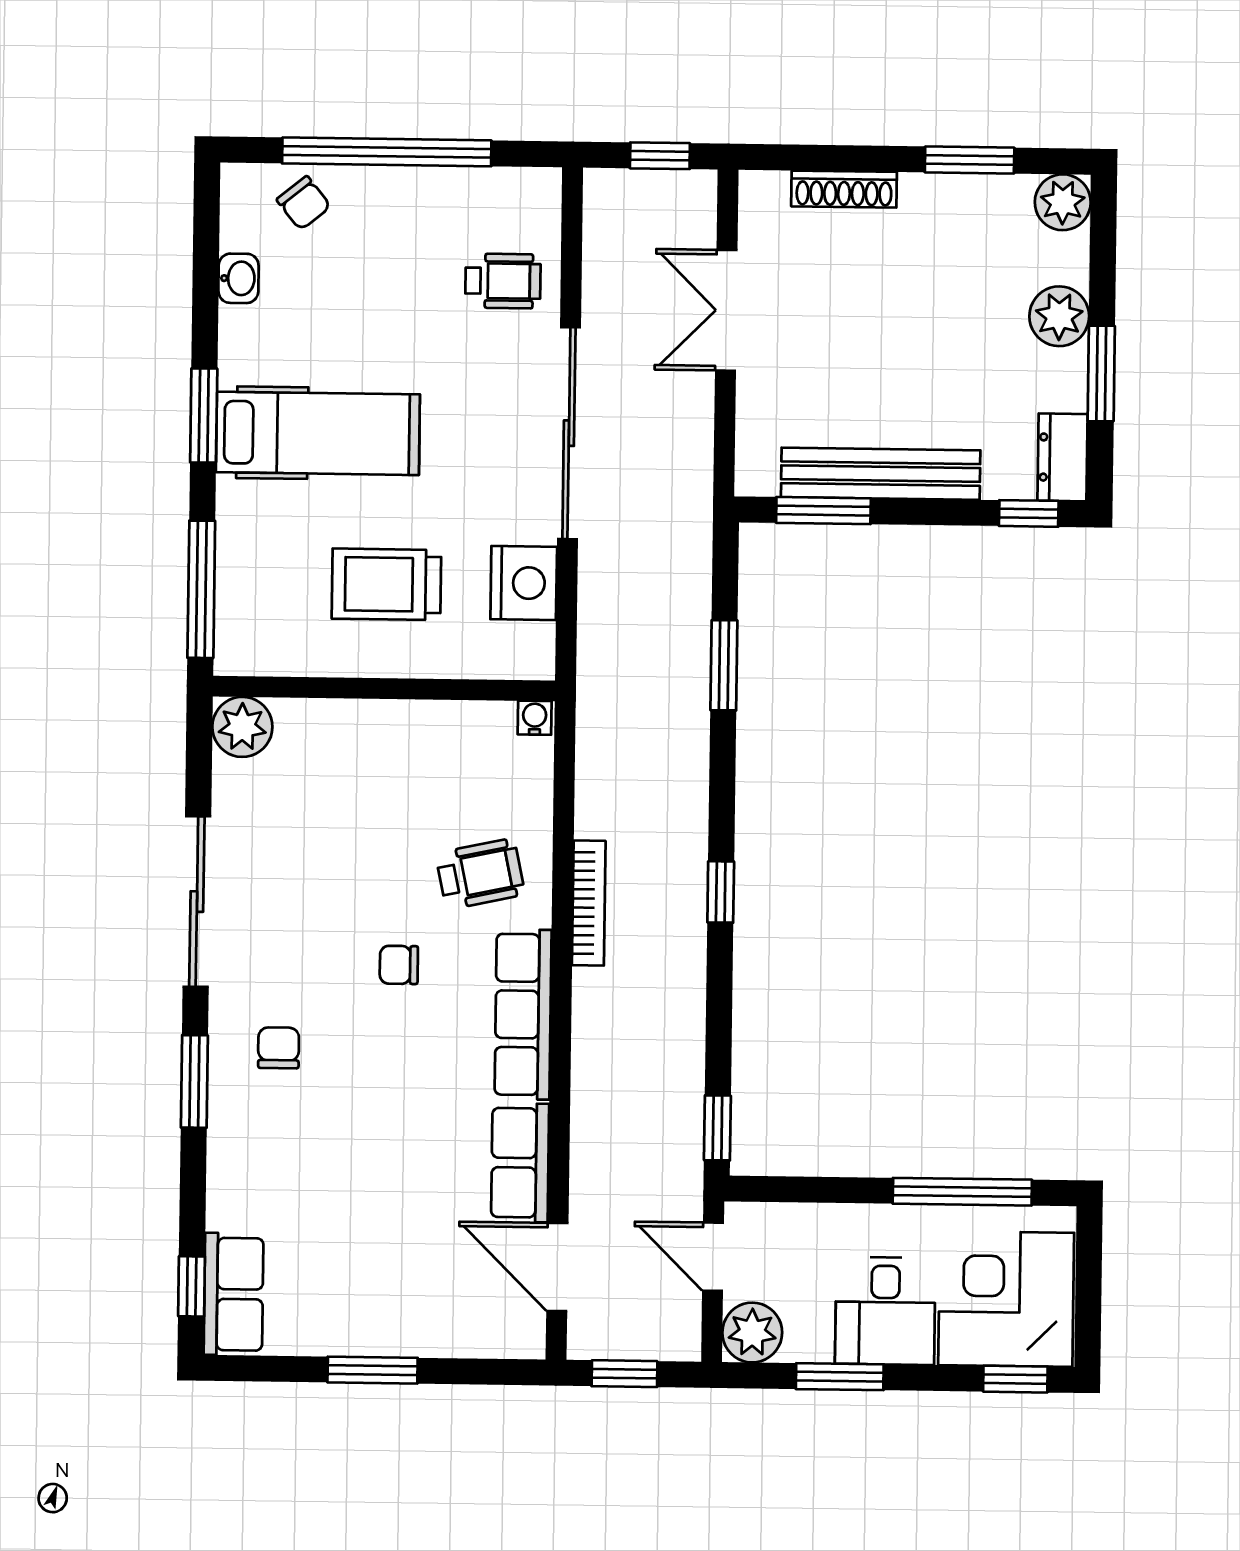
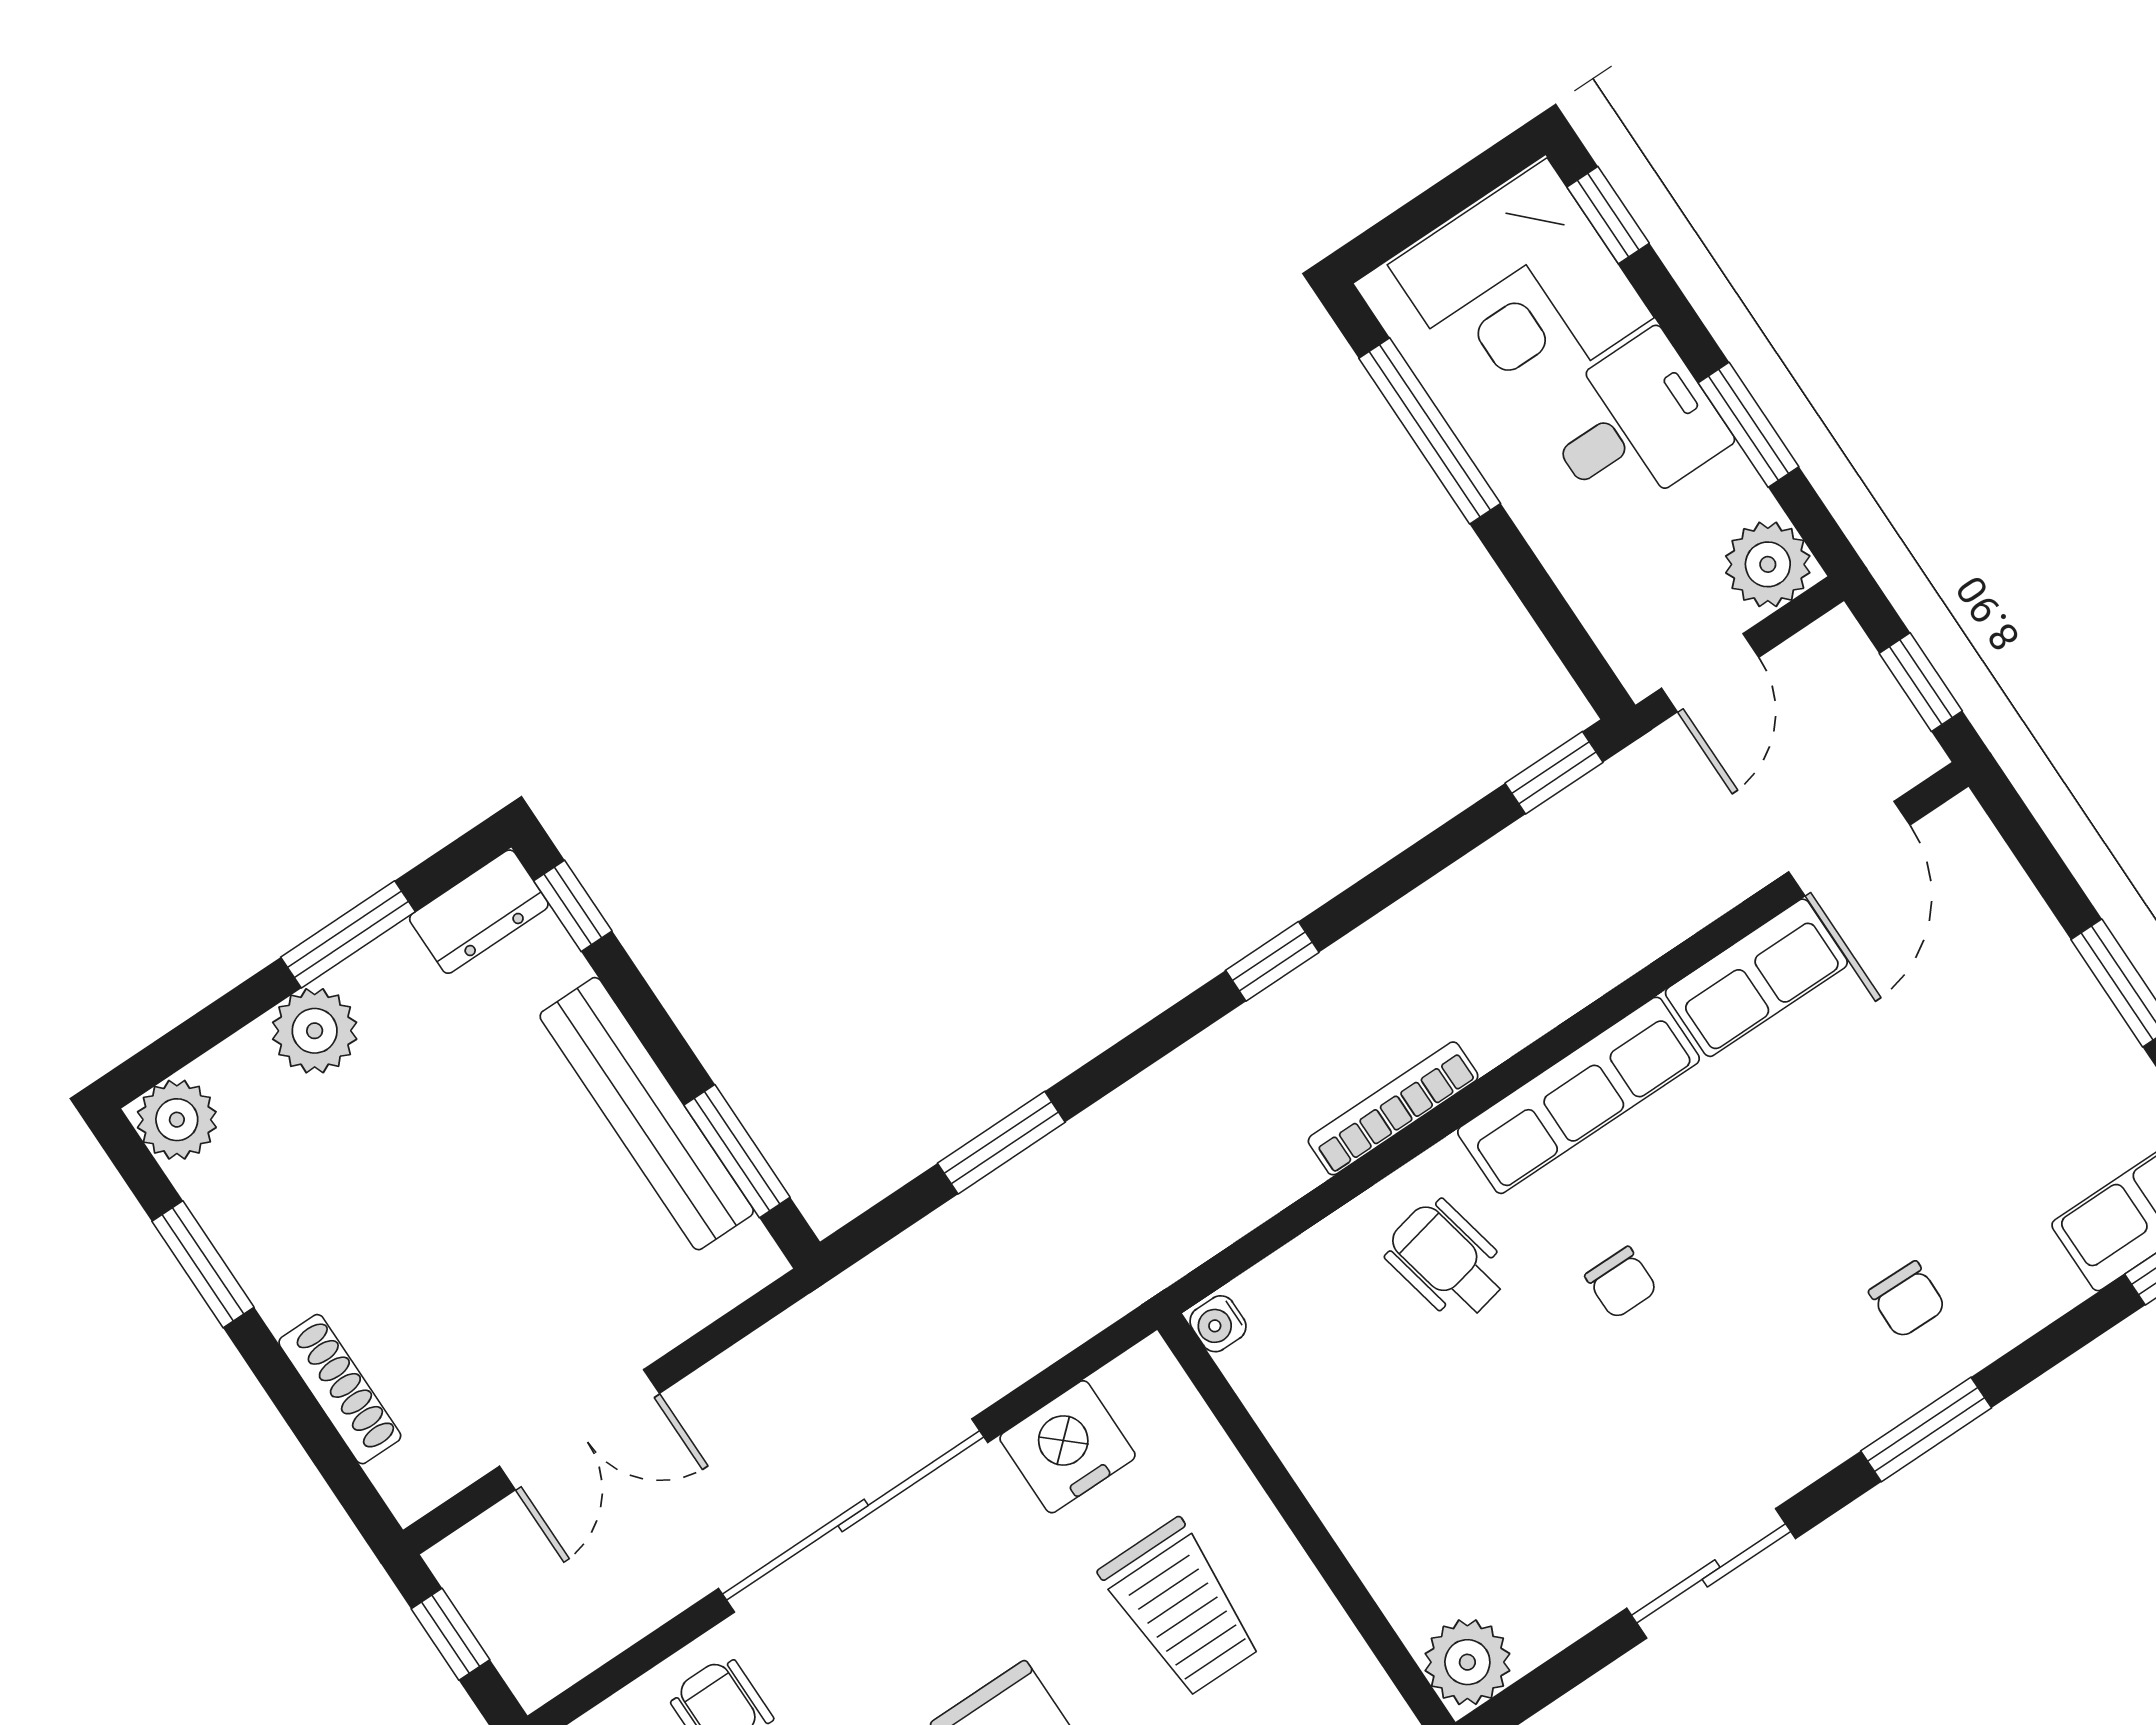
sliding door: (197, 902) -> (1711, 1573), width x0.73
chair: (279, 1048) -> (1907, 1300), moved, turned -89

